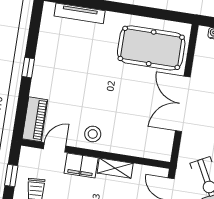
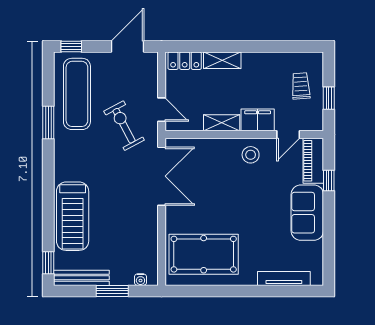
window: (28, 68) -> (329, 181), moved
sofa: (48, 72) -> (307, 213), added
double door: (183, 104) -> (162, 176), moved

